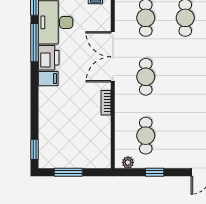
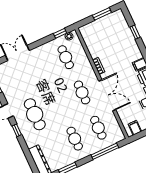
window: (35, 149) -> (135, 32), moved
window: (155, 172) -> (60, 33), moved

